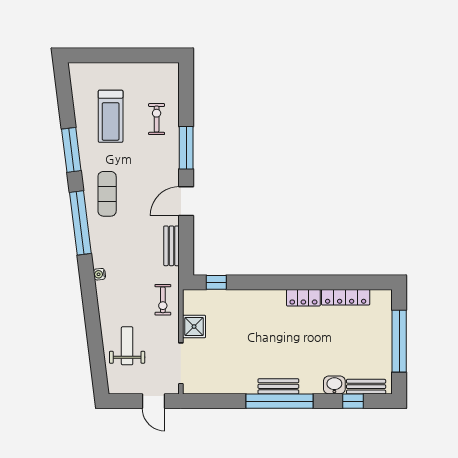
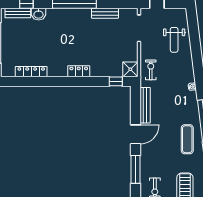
bench: (171, 246) -> (145, 105), width x1.36
locker: (303, 298) -> (79, 71), moved
shower: (194, 327) -> (130, 69), moved
bench: (278, 386) -> (105, 13), moved

